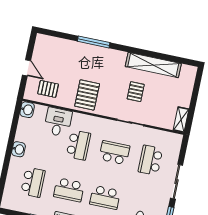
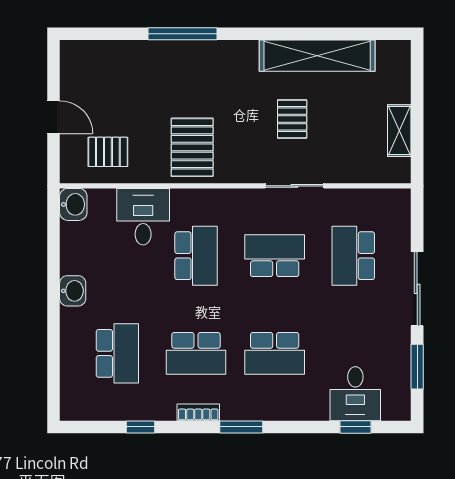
shelving: (181, 120) -> (399, 131), moved

